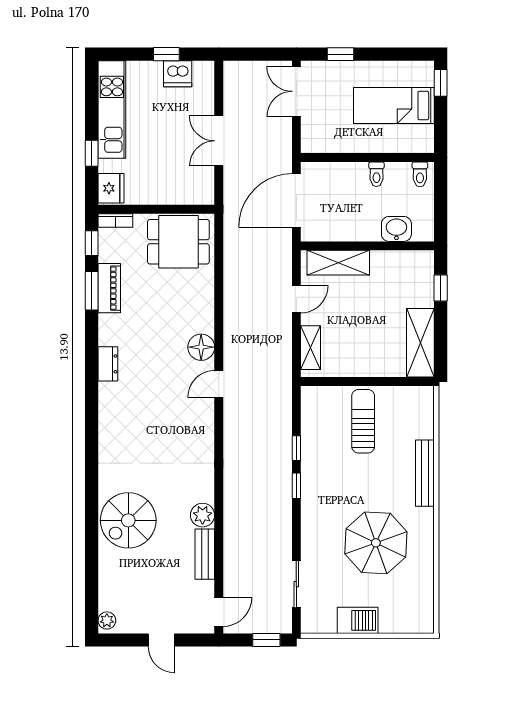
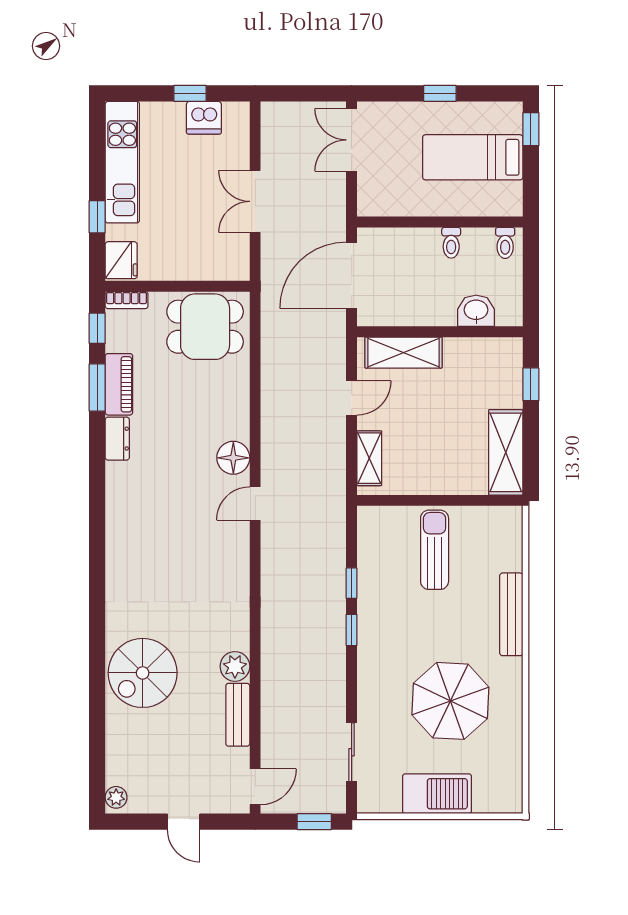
window: (340, 54) -> (440, 93), moved
dresser: (108, 364) -> (117, 439), moved
barbecue: (358, 620) -> (437, 794), width x1.37, depth x1.21

